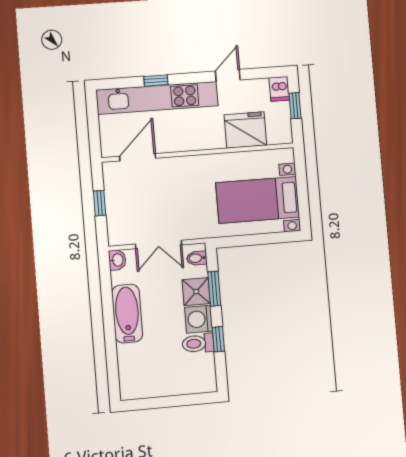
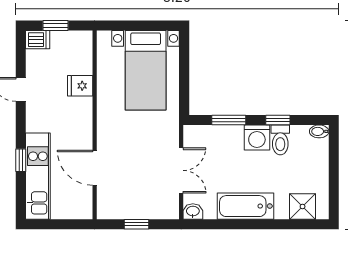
kitchen unit: (157, 98) -> (38, 176), width x0.73
fridge: (245, 130) -> (80, 86), width x0.53, depth x0.75
door: (138, 157) -> (95, 168), moved
bidet: (197, 258) -> (319, 131), moved, turned 90
shower: (196, 292) -> (303, 207), moved

